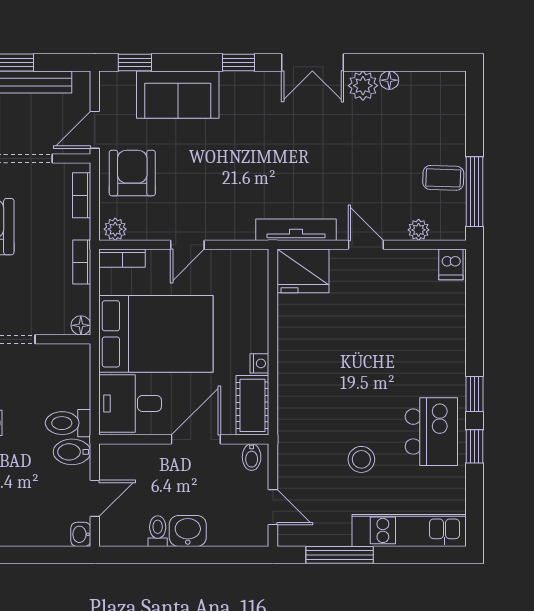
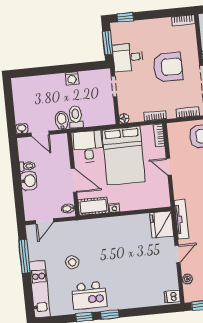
plant: (115, 229) -> (173, 131), removed

